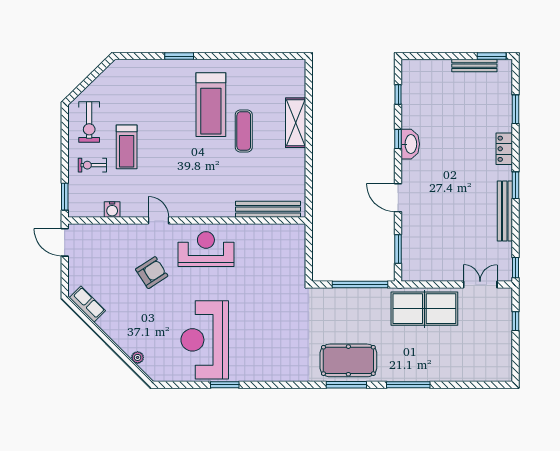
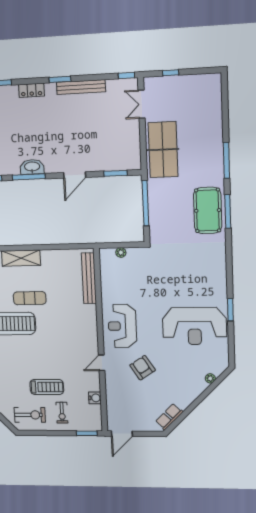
window: (398, 139) -> (29, 177), width x2.17
plant: (299, 251) -> (121, 253), added

